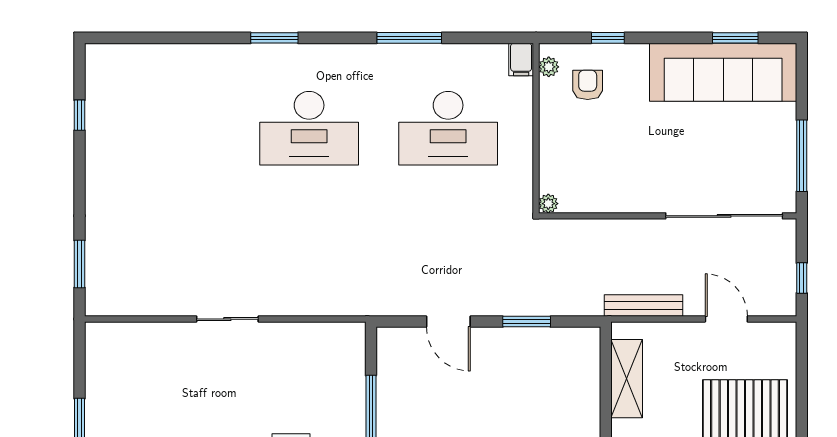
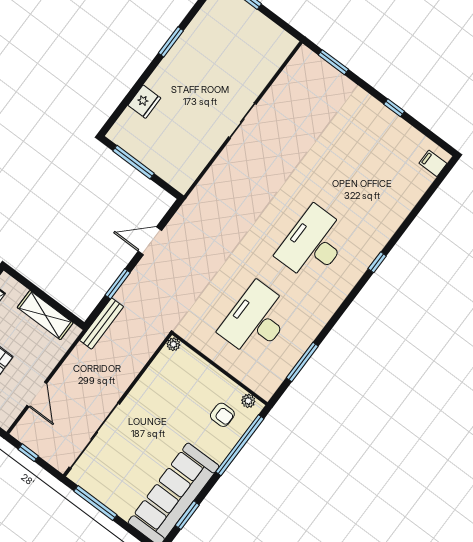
window: (274, 38) -> (377, 262), width x0.67
window: (409, 38) -> (302, 362), moved
window: (608, 38) -> (240, 445), width x3.17
filing cabinet: (521, 59) -> (433, 163), moved
window: (80, 115) -> (394, 108), moved
bench: (643, 305) -> (102, 323), moved
door: (726, 319) -> (37, 394), hinge flipped

